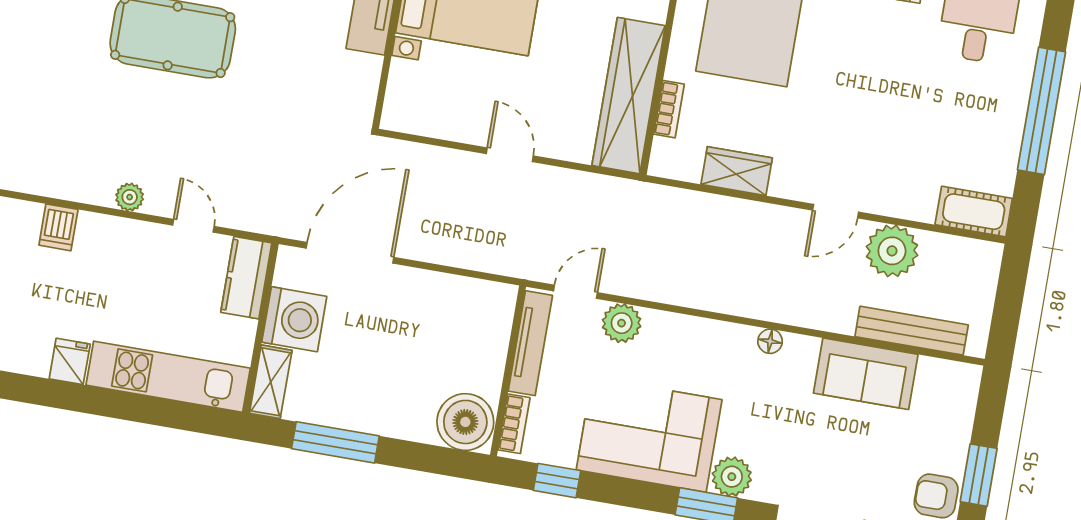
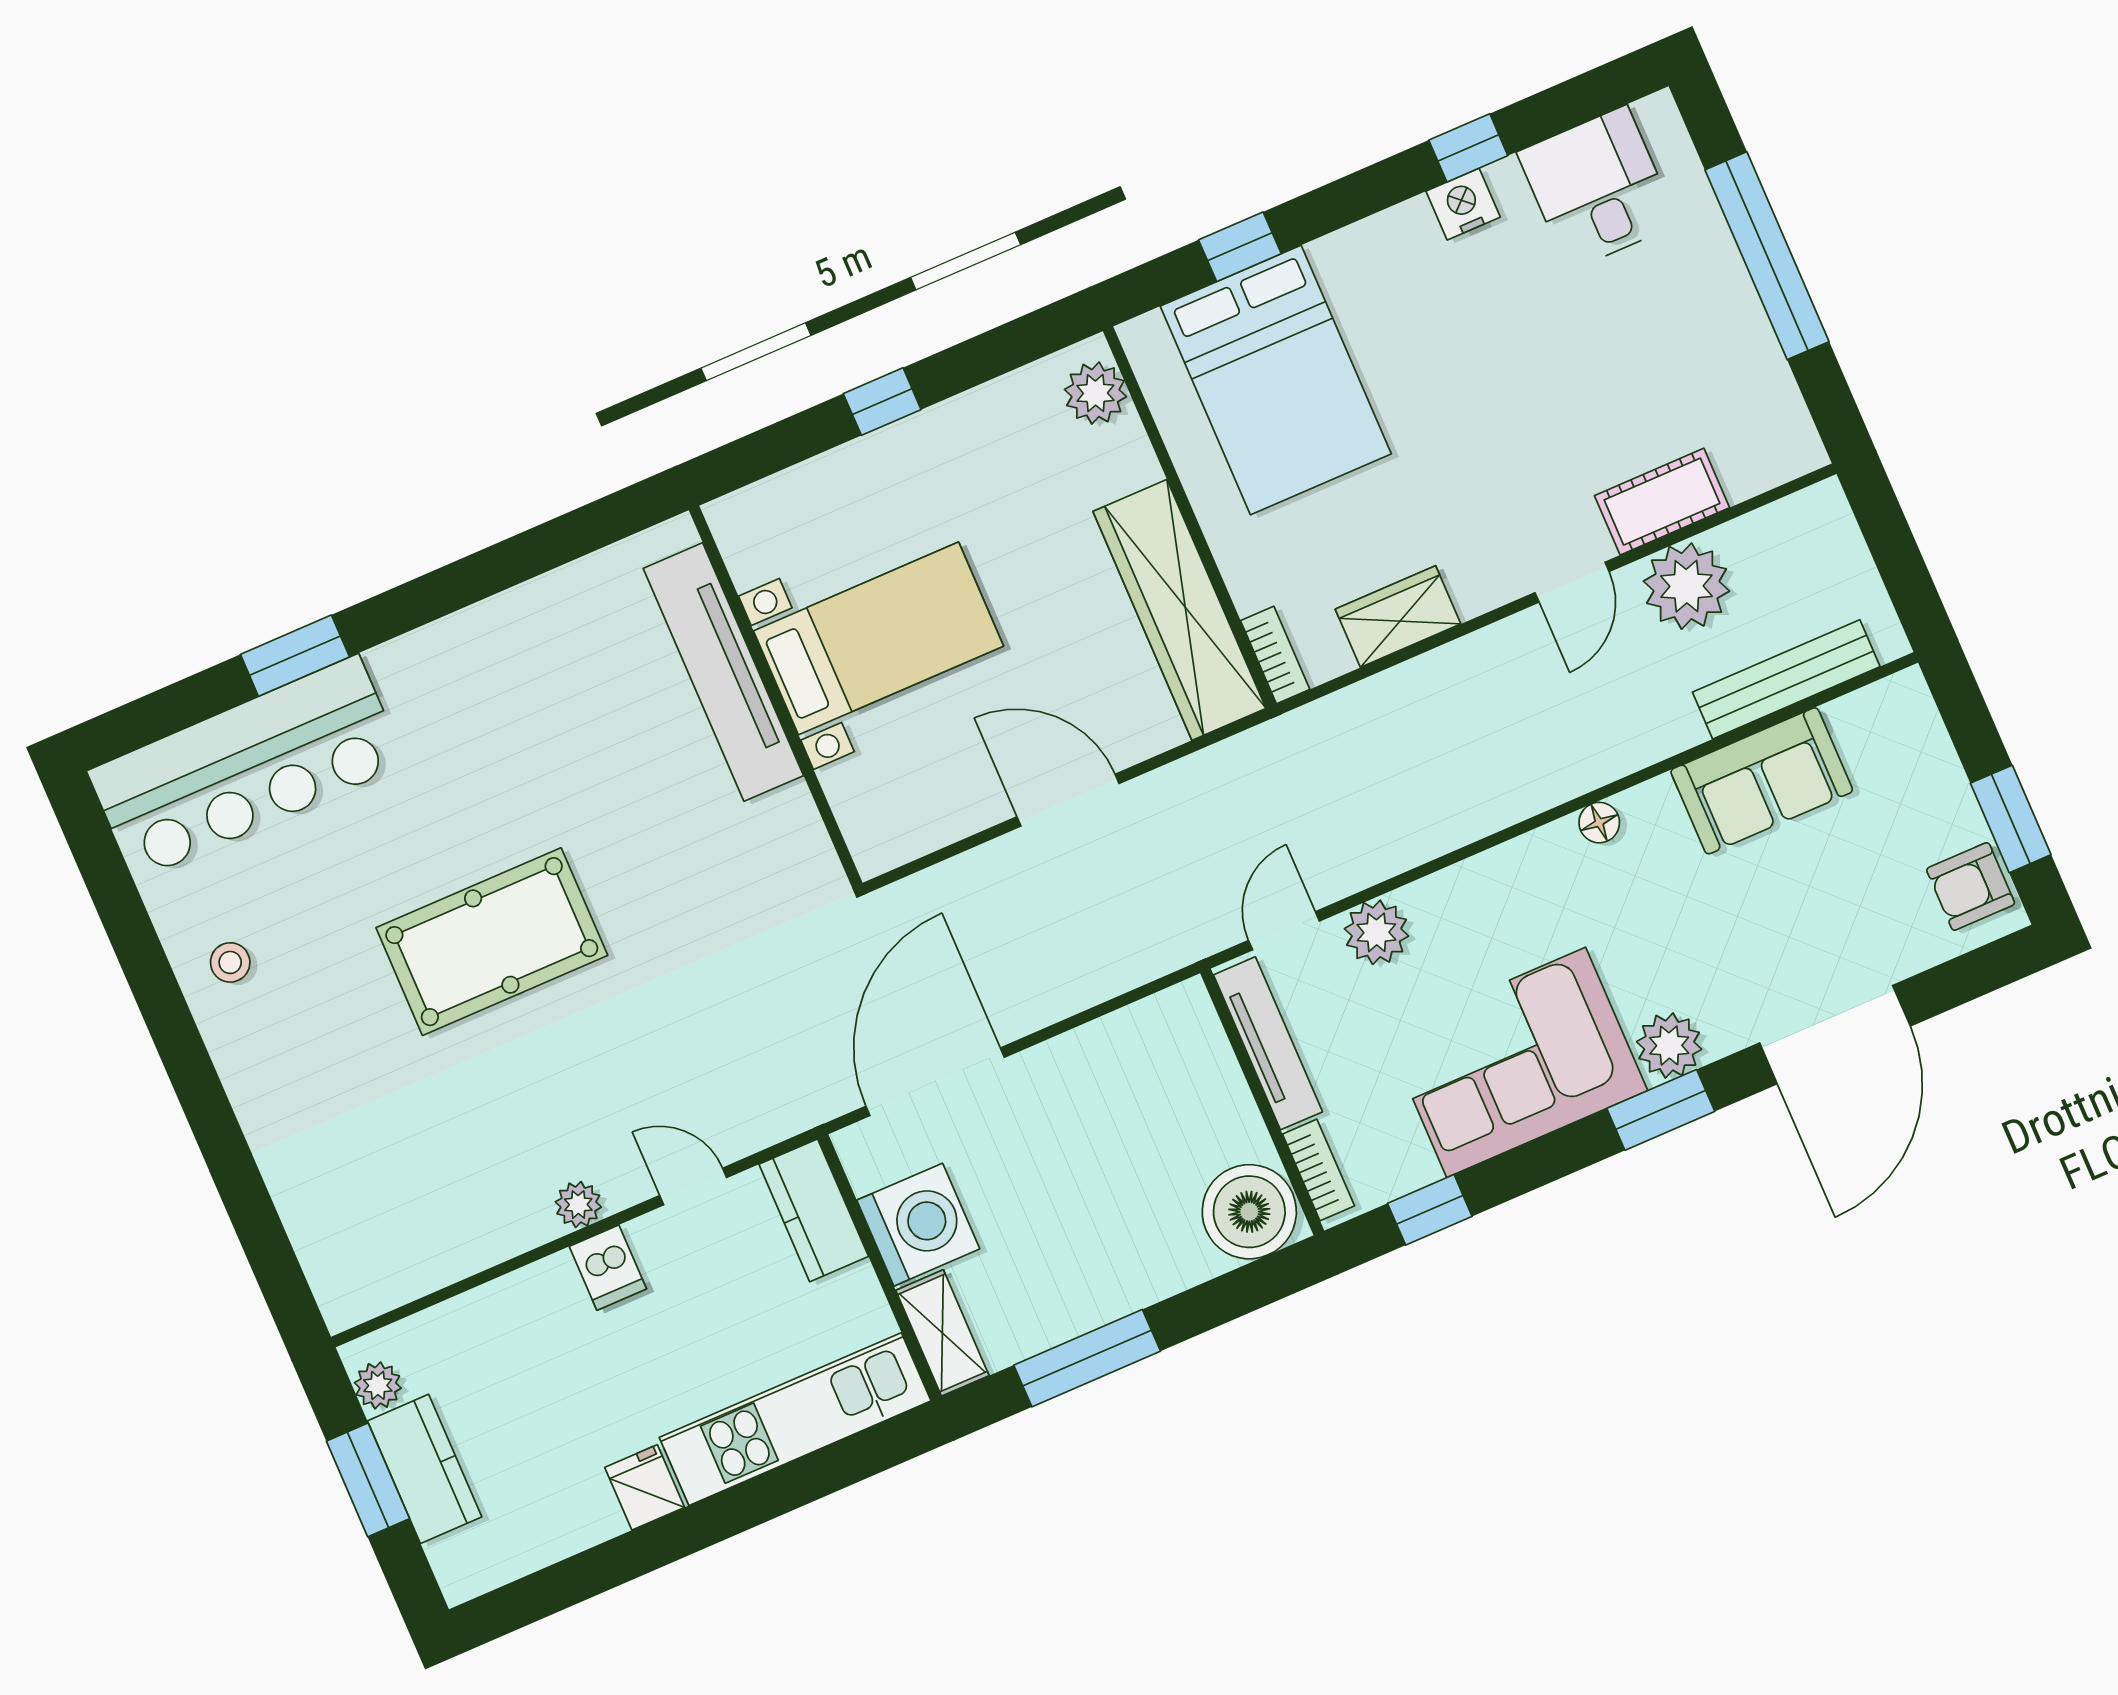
bookcase: (669, 109) -> (1275, 655), moved
door: (510, 155) -> (1068, 800), width x1.38
cot: (974, 212) -> (1662, 502), moved
dishwasher: (58, 227) -> (608, 1268), moved

